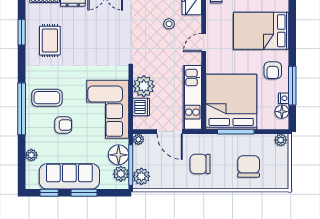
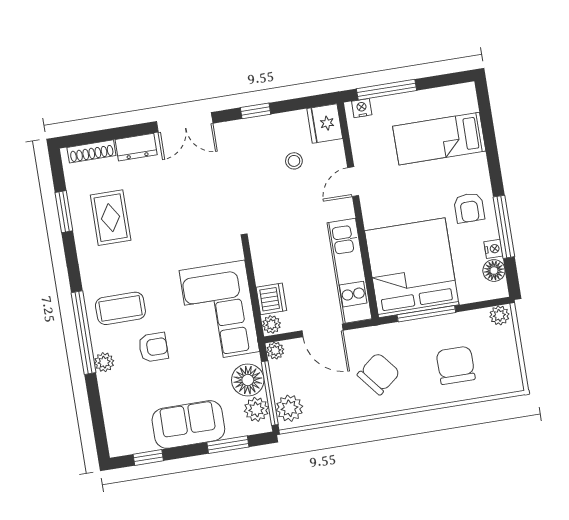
bed: (261, 31) -> (439, 139), width x0.67
plant: (144, 86) -> (271, 324), moved, width x0.53, depth x0.53
plant: (31, 155) -> (104, 362), moved
chair: (200, 164) -> (379, 374), turned 141
sofa: (69, 176) -> (188, 425), width x0.73
window: (84, 193) -> (228, 445), moved

